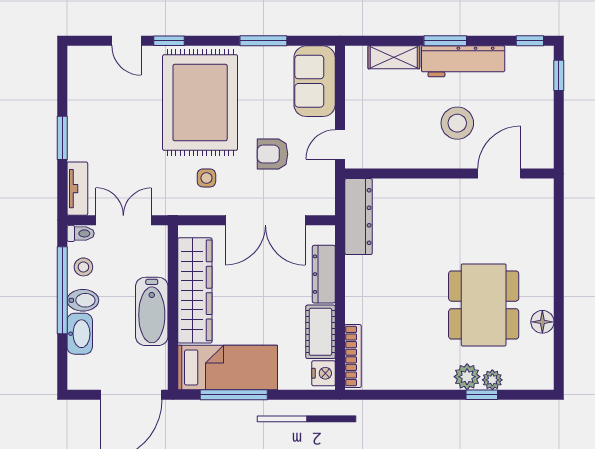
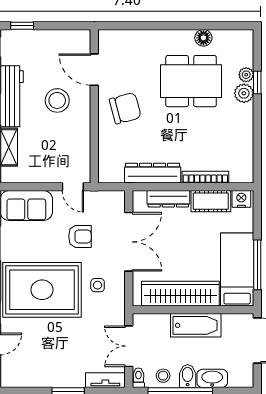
armchair: (272, 154) -> (80, 236), turned -90
chair: (447, 216) -> (125, 108), added
dresser: (359, 217) -> (153, 173), moved
bookcase: (353, 356) -> (205, 177), moved

